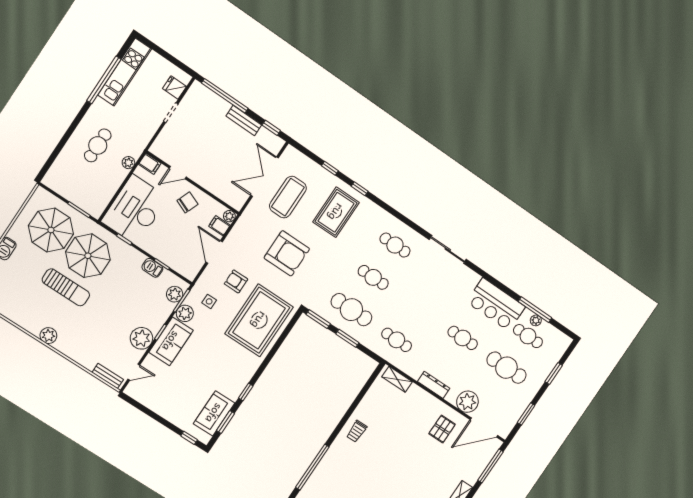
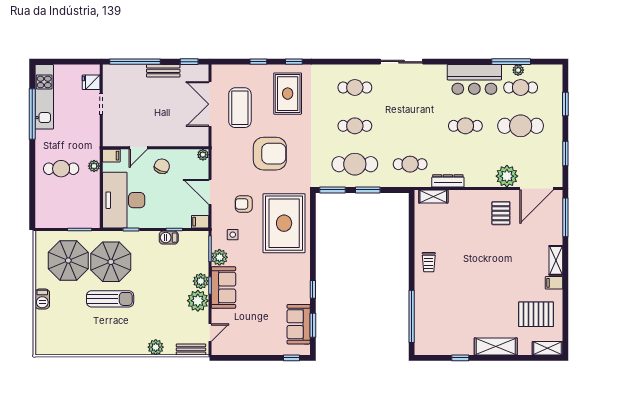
cafe table: (98, 145) -> (61, 169), turned 90
filing cabinet: (219, 226) -> (200, 222), moved
plant: (175, 294) -> (201, 281), moved
plant: (48, 336) -> (156, 347), moved
dresser: (434, 385) -> (448, 181), moved

